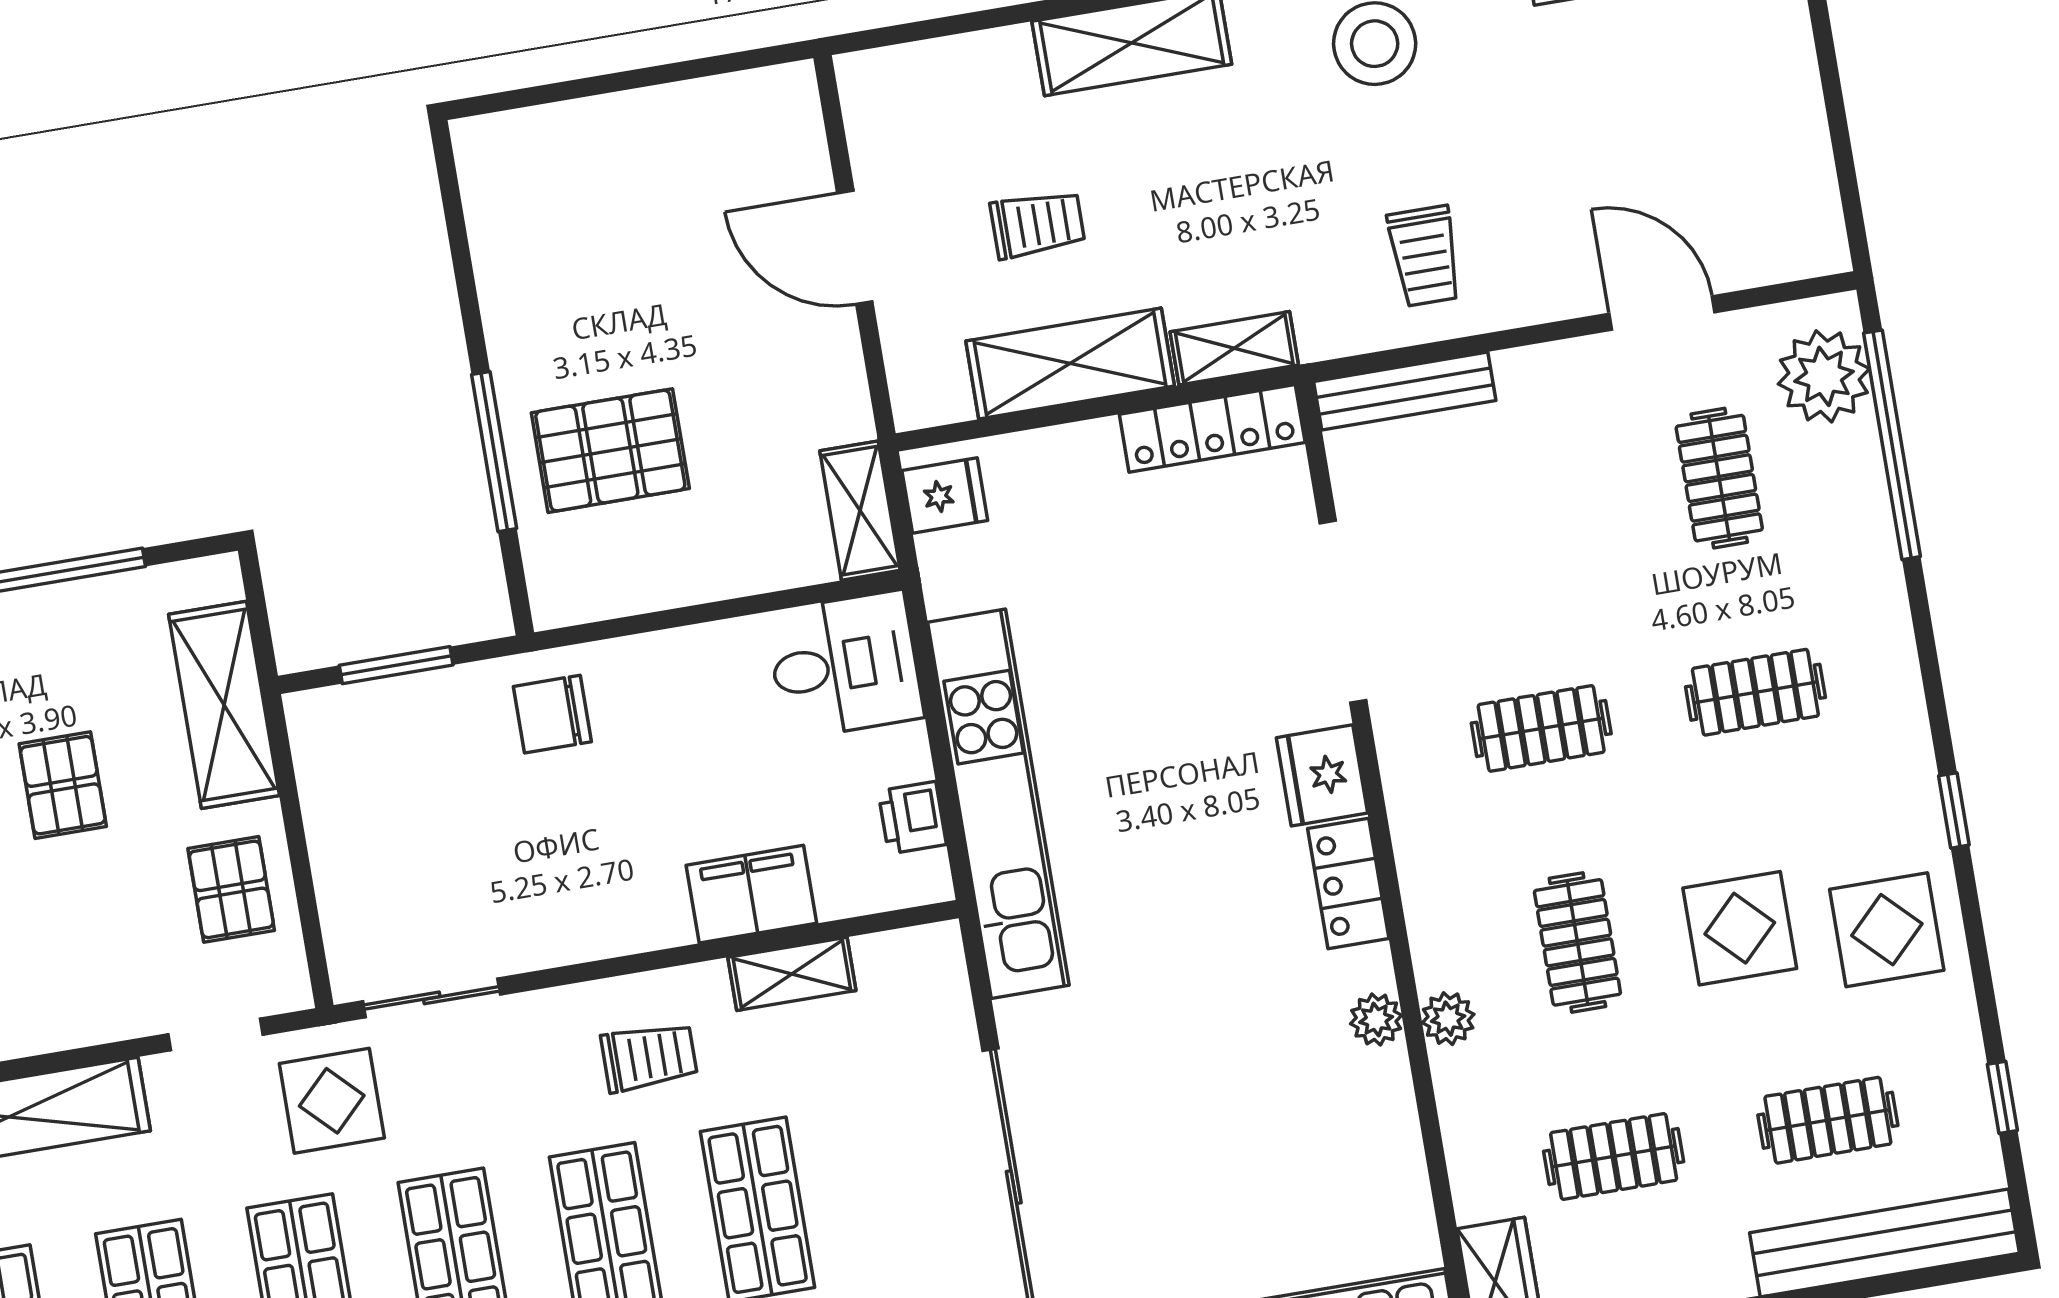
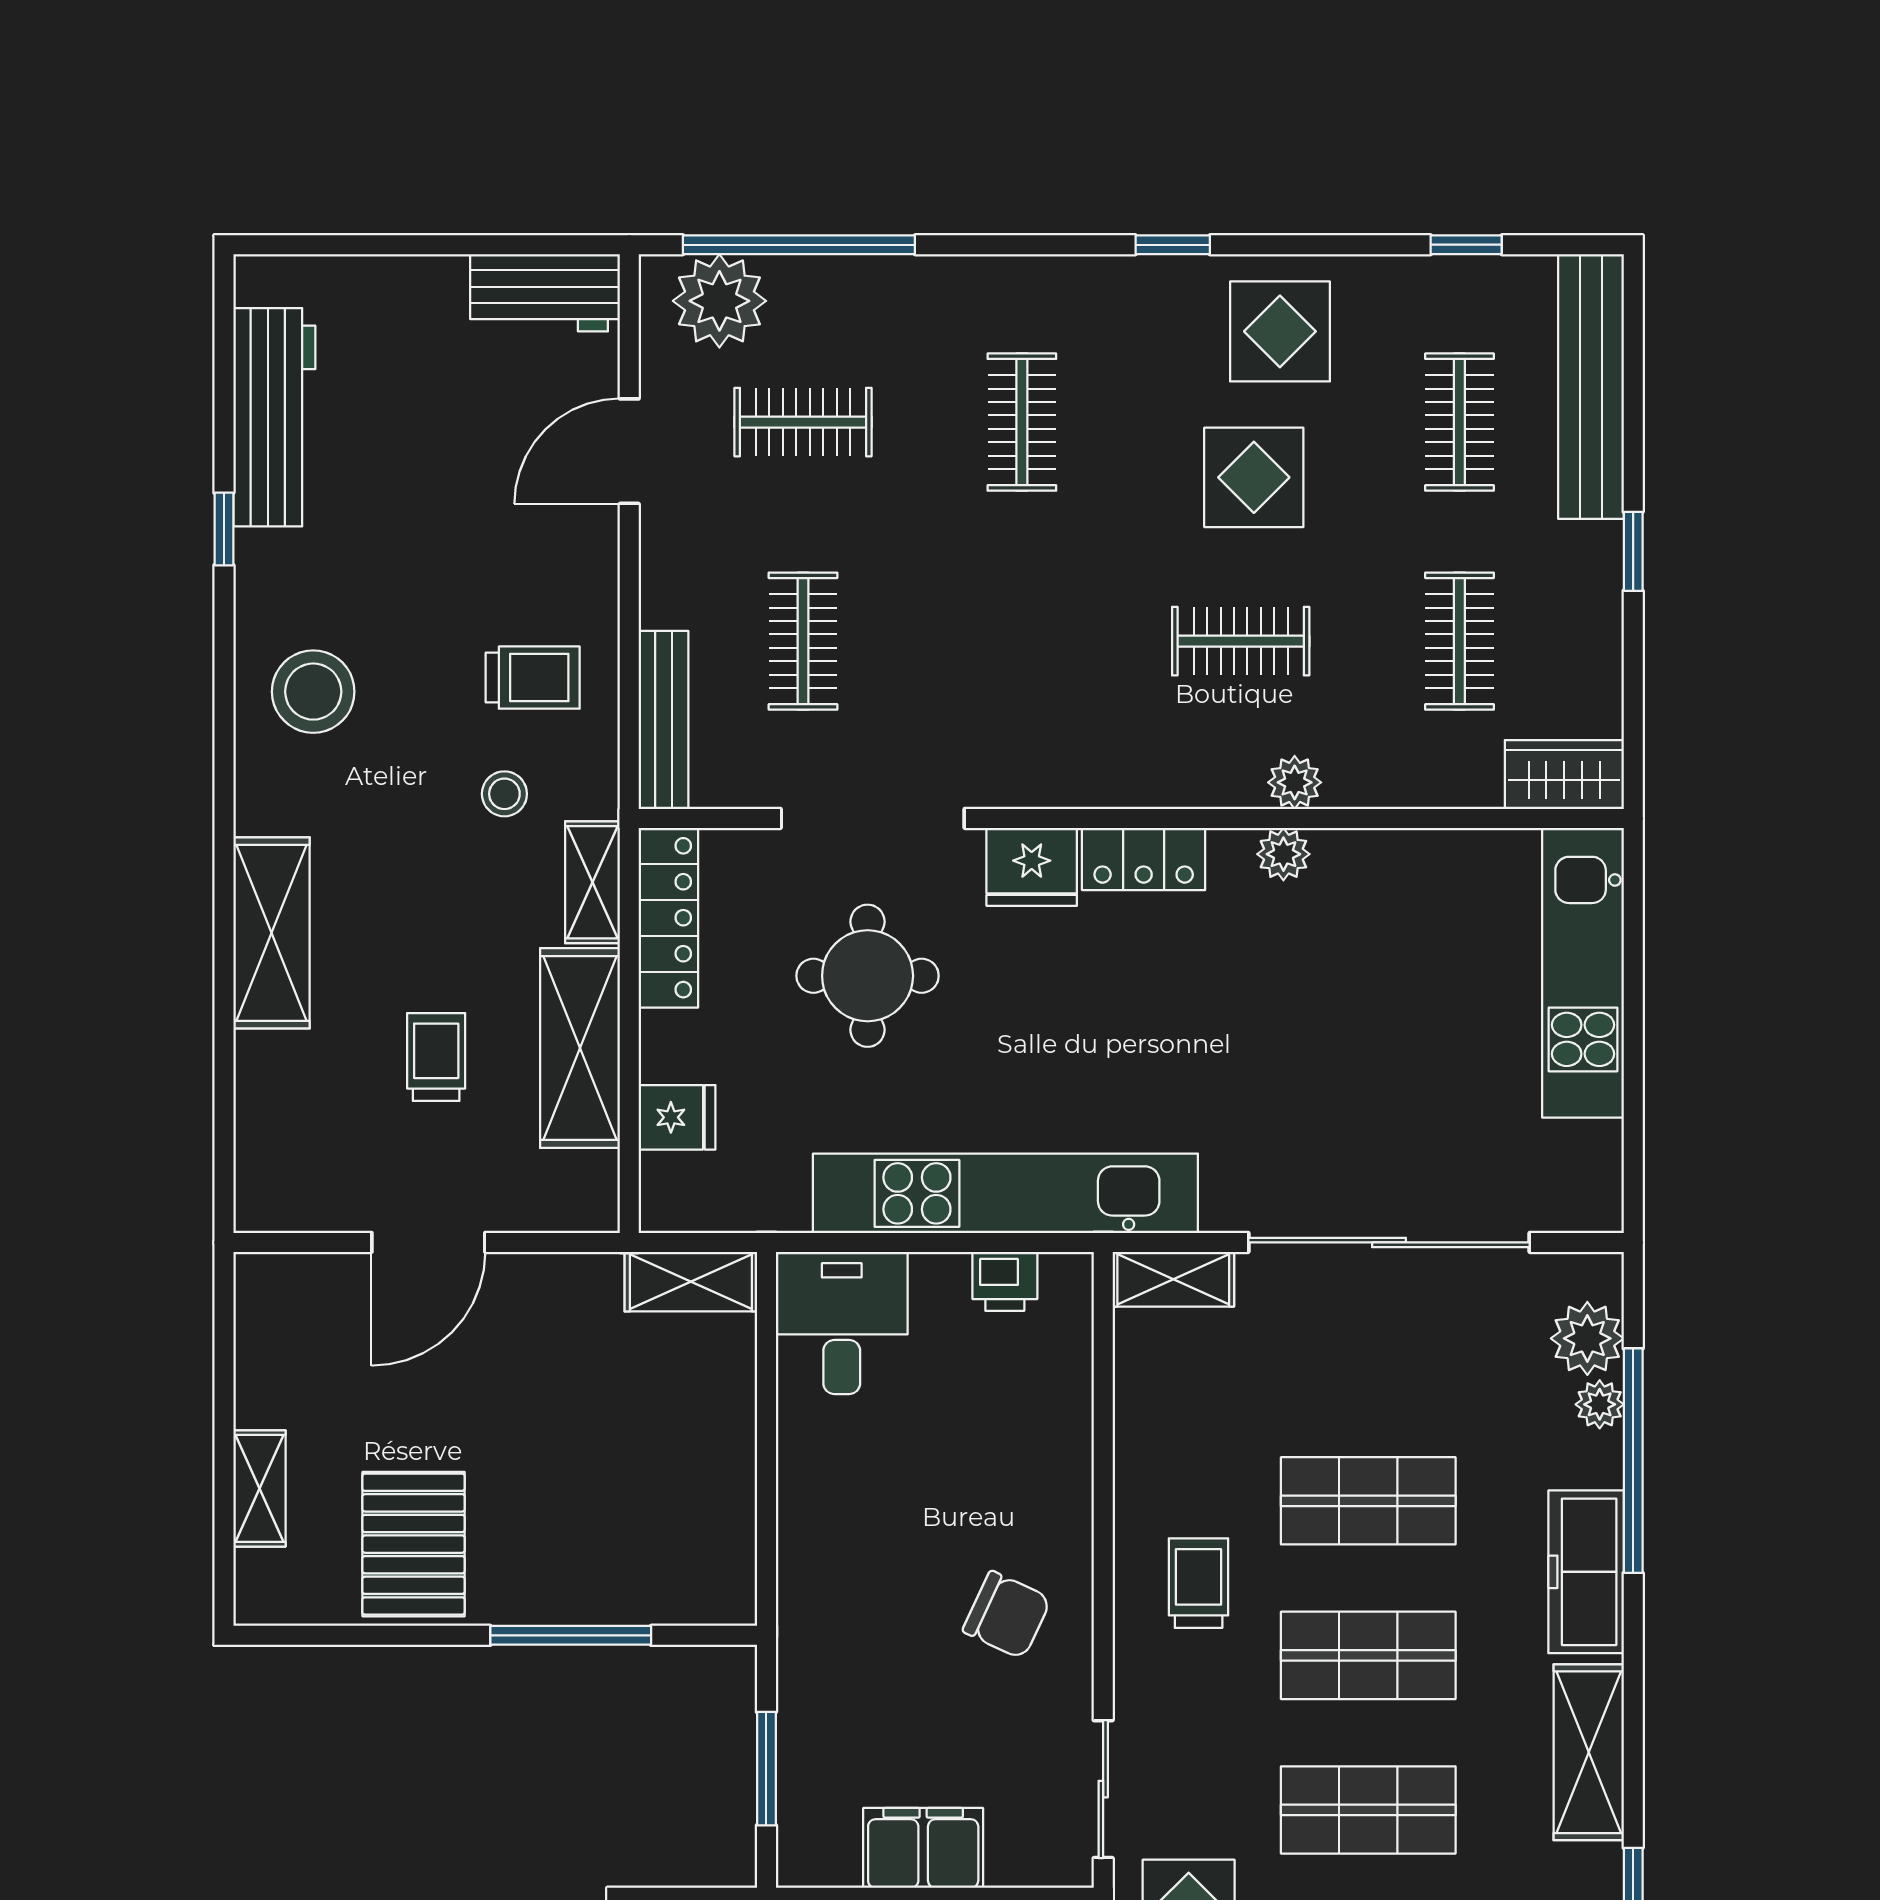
shelving: (586, 123) -> (259, 1488), added
workbench: (1803, 204) -> (545, 293), added
stool: (1306, 248) -> (504, 794), added
pallet: (610, 451) -> (414, 1544), moved
fridge: (945, 495) -> (677, 1117), moved, turned 90
round table: (1188, 633) -> (868, 976), added
chair: (552, 714) -> (1007, 1615), moved, turned -65
clothes rail: (1541, 728) -> (803, 641), moved
filing cabinet: (751, 894) -> (923, 1848), moved, turned 90
shelving: (792, 974) -> (1173, 1279), moved, turned 90

